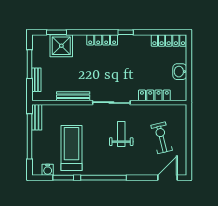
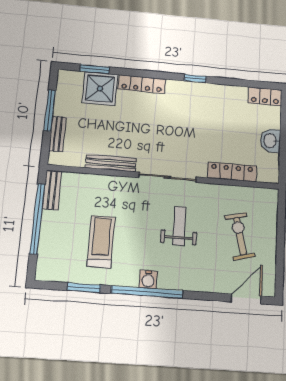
locker: (102, 40) -> (142, 84), moved
locker: (169, 40) -> (265, 96), width x0.66
treadmill: (72, 148) -> (101, 242), width x0.73, depth x0.73
water cooler: (48, 170) -> (148, 279), moved

